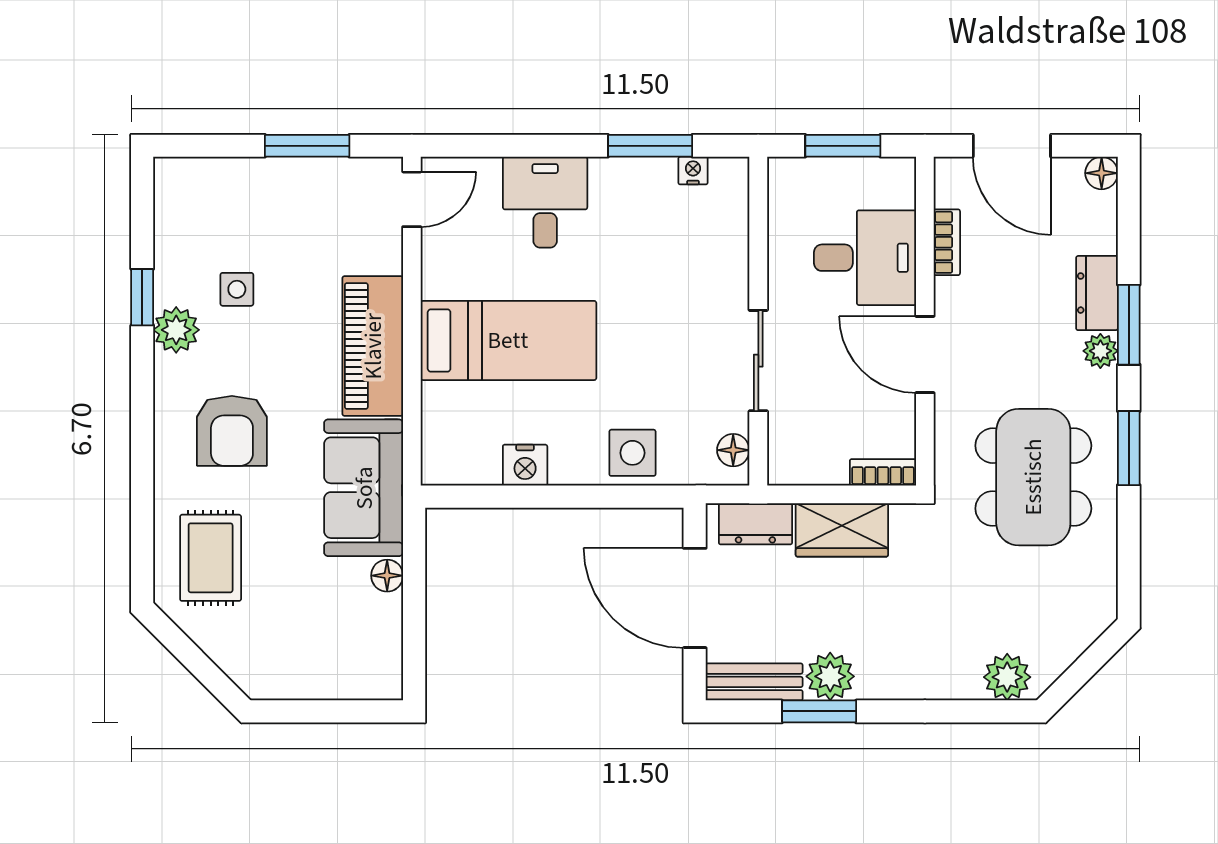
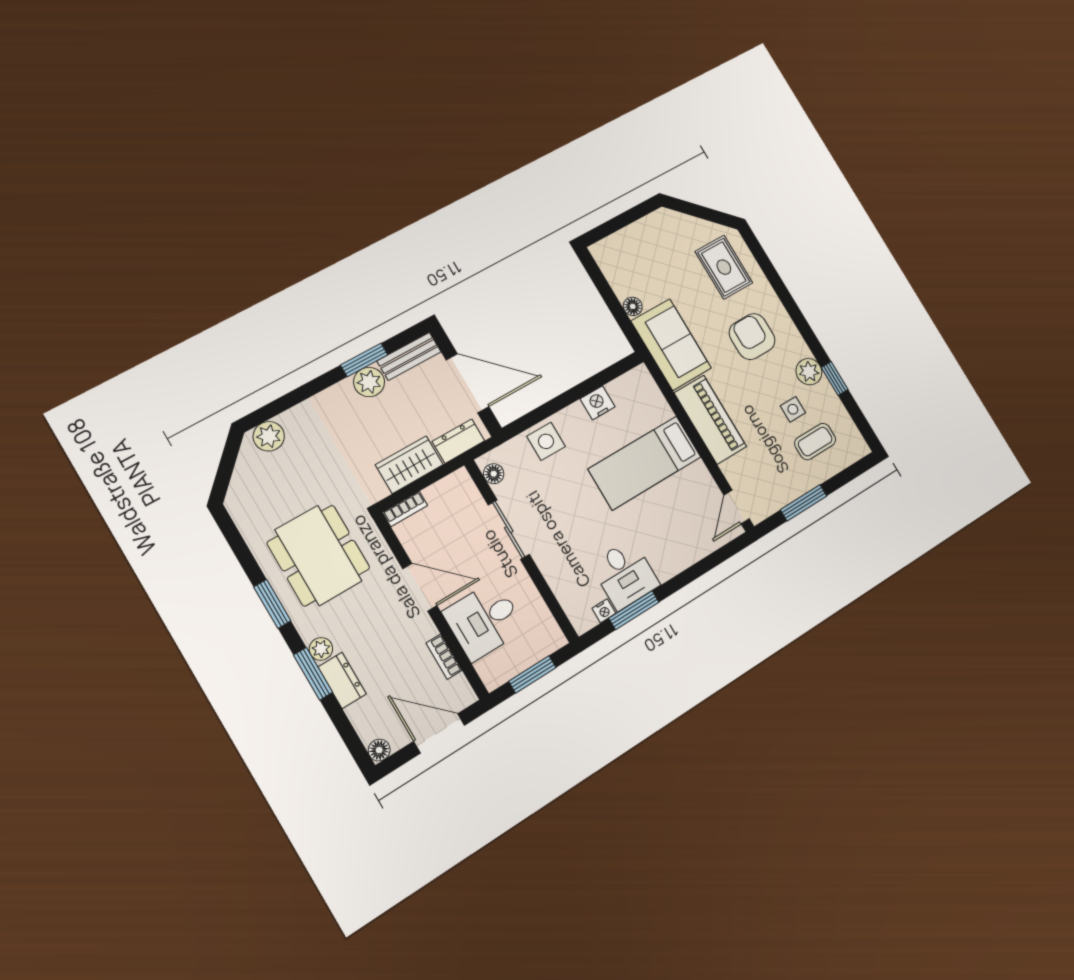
desk: (545, 202) -> (625, 574), moved
coffee table: (232, 223) -> (815, 442), added

